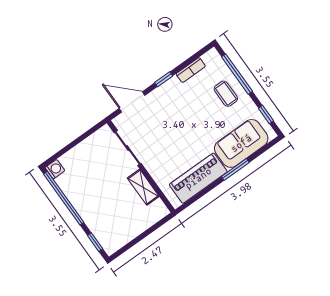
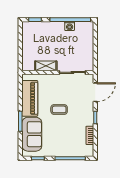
coffee table: (226, 94) -> (59, 109), moved
washing machine: (55, 169) -> (70, 26), moved

